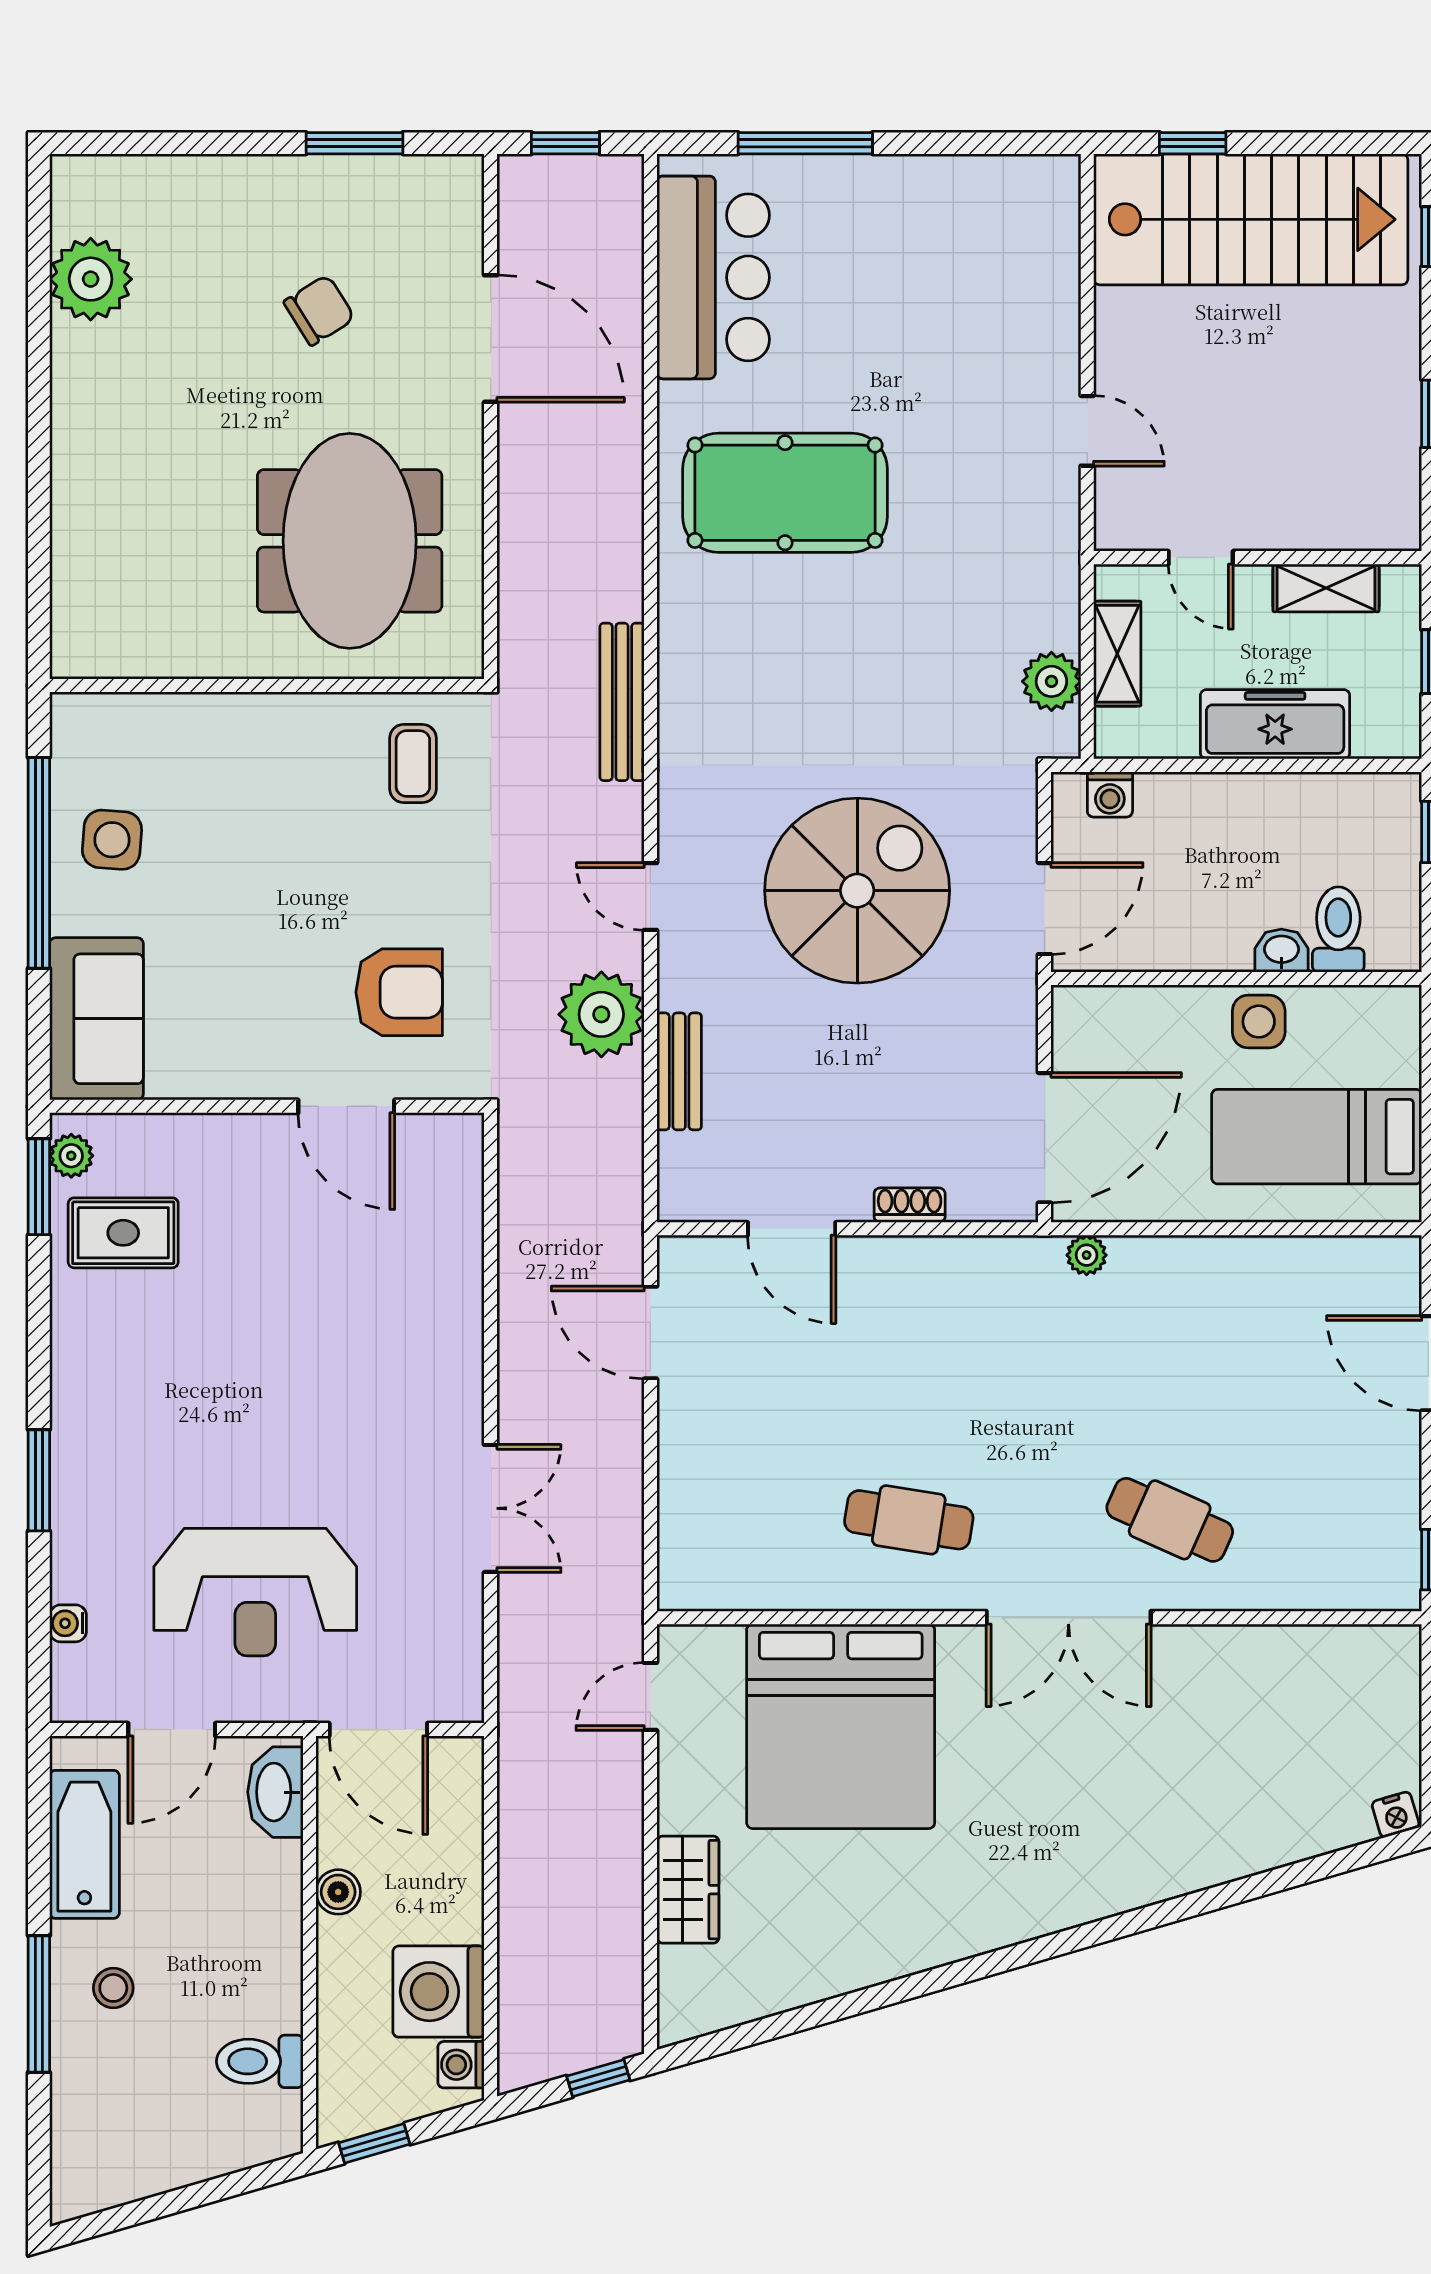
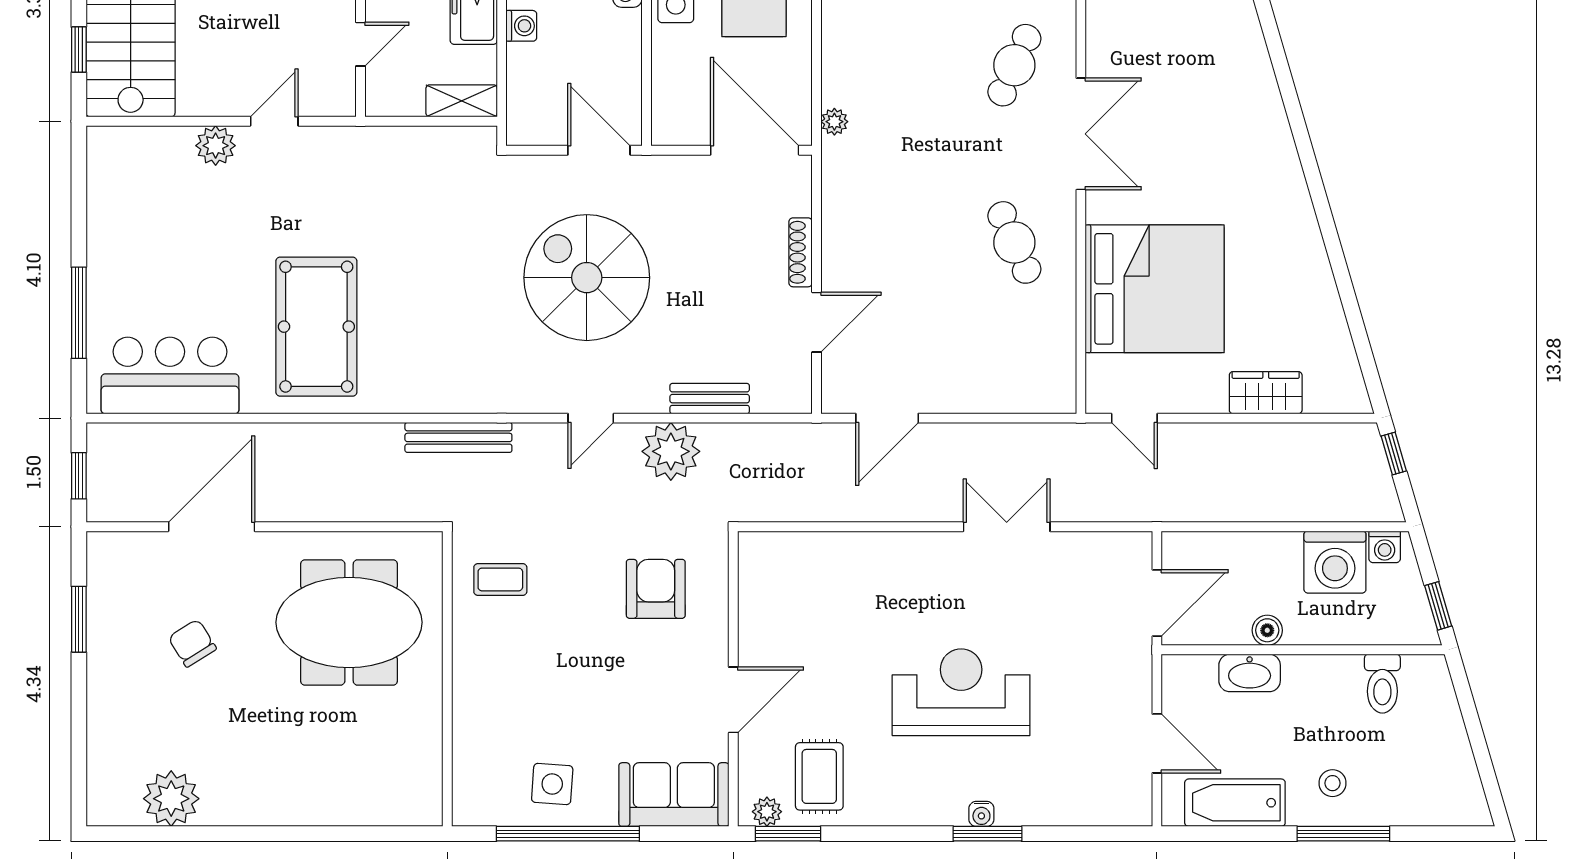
shelving: (1117, 654) -> (462, 101), moved
plant: (1051, 681) -> (216, 146), moved
washing machine: (1110, 794) -> (521, 26), moved
door: (346, 1106) -> (733, 700), moved
shoe rack: (910, 1205) -> (801, 252), width x1.43
cafe table: (909, 1520) -> (1014, 242), turned -33
reception desk: (255, 1592) -> (961, 692), moved, turned -90
water cooler: (68, 1623) -> (981, 814), moved
washbasin: (275, 1792) -> (1250, 673), moved

